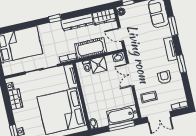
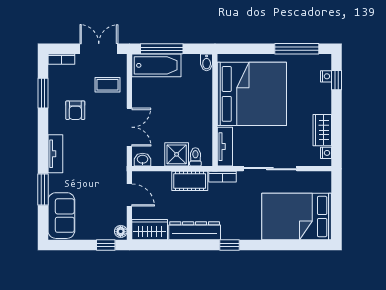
cot: (91, 48) -> (190, 181), width x0.73, depth x0.75
window: (182, 64) -> (43, 93), moved

